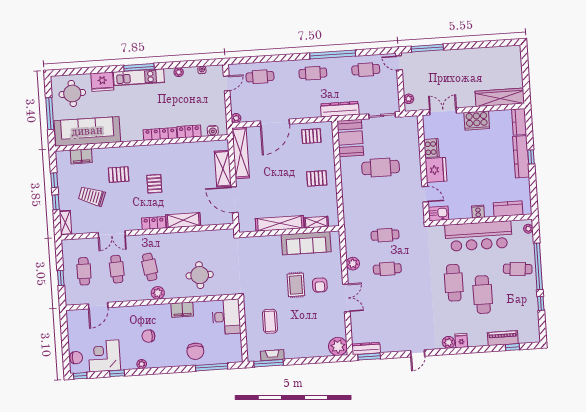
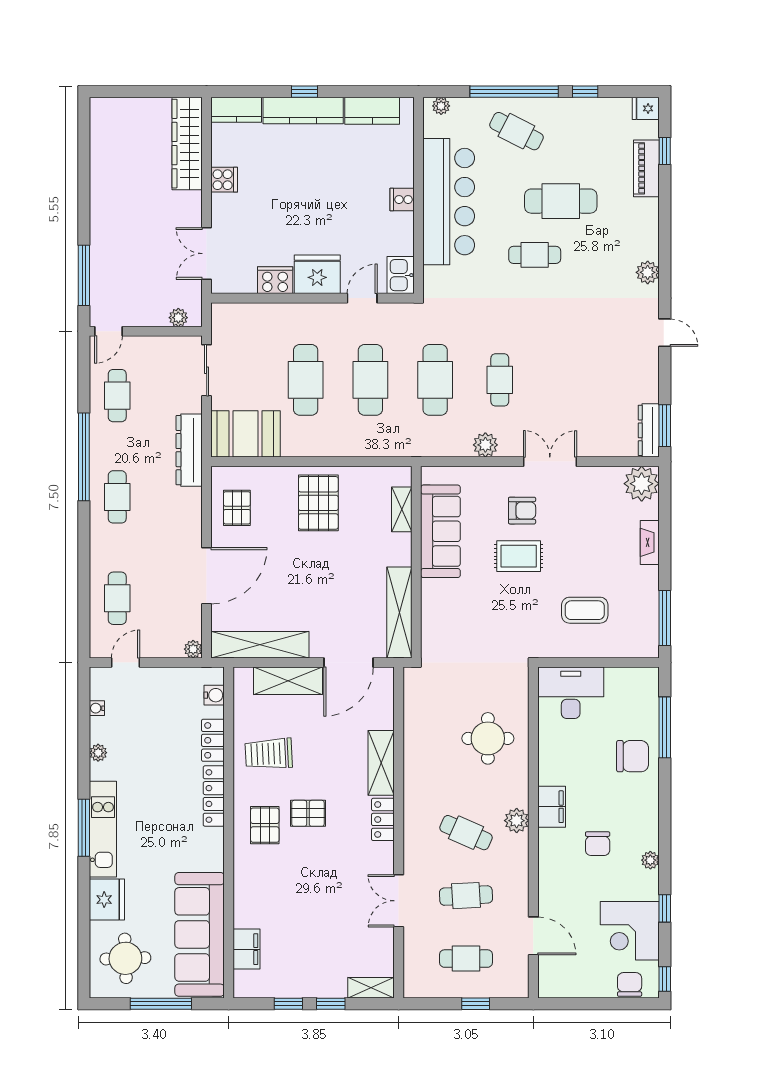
door: (227, 83) -> (126, 663), hinge flipped
cooker: (477, 121) -> (224, 180), width x0.53, depth x0.76
door: (275, 123) -> (207, 576), hinge flipped
pallet: (119, 175) -> (265, 825), moved
pallet: (317, 178) -> (318, 503), width x1.50, depth x1.42
trolley: (92, 196) -> (269, 754), moved, turned 67
cafe table: (383, 201) -> (370, 380), added
kitchen counter: (508, 209) -> (372, 111), moved, turned -90
shelving: (280, 223) -> (399, 612), moved
double door: (112, 234) -> (399, 901), swing flipped
cafe table: (385, 235) -> (435, 380), width x1.37, depth x1.35
cafe table: (150, 267) -> (466, 833), turned 33
cafe table: (518, 269) -> (516, 131), turned -68
cafe table: (454, 283) -> (535, 255), width x0.73, depth x0.74
filing cabinet: (182, 310) -> (552, 807), moved
fridge: (461, 341) -> (646, 108), moved
fireplace: (272, 355) -> (650, 542), moved

